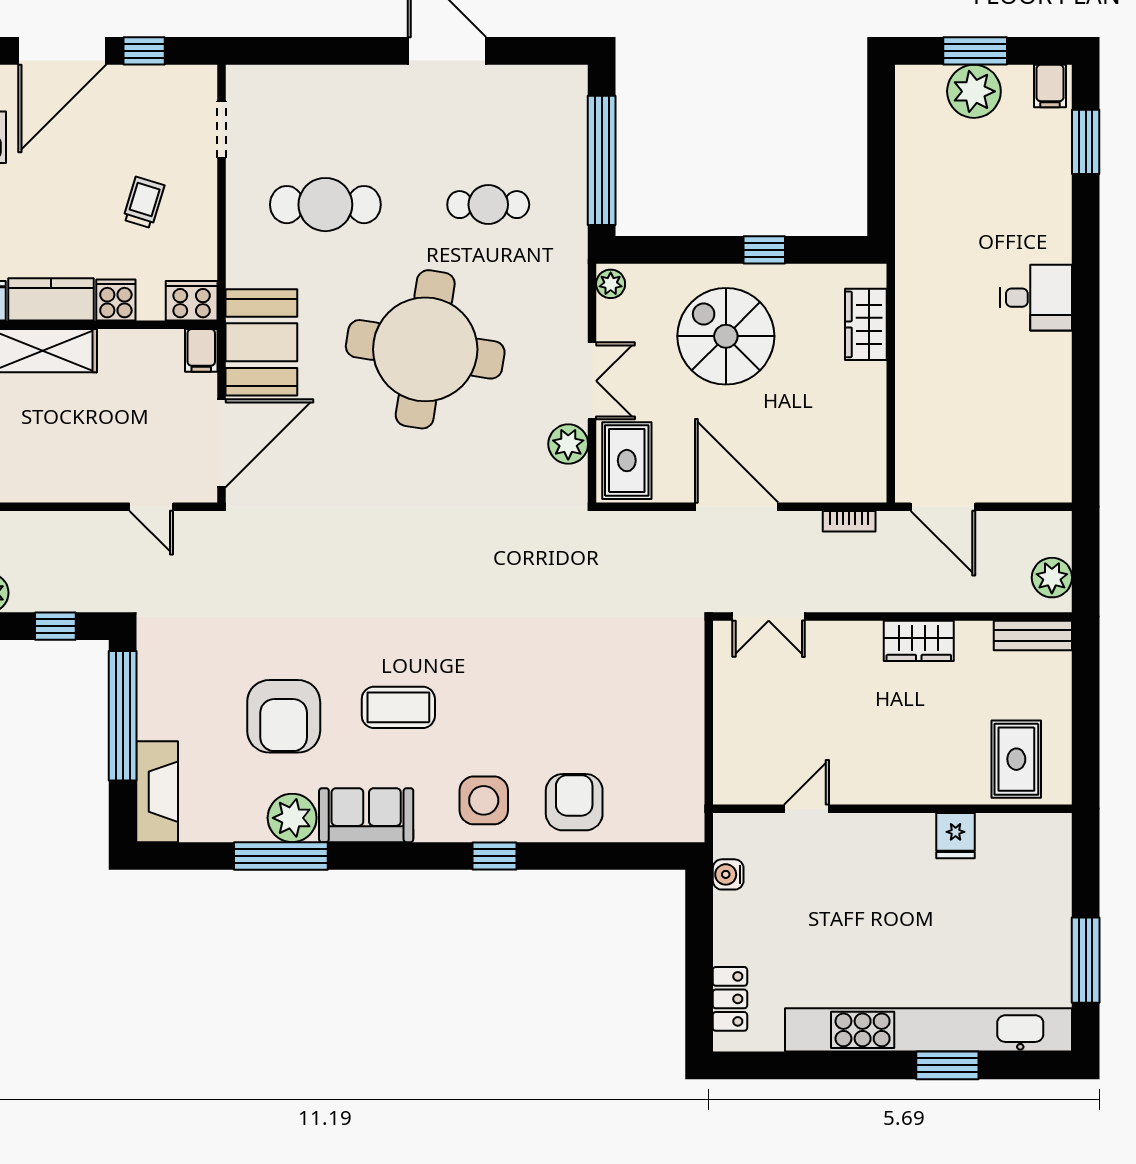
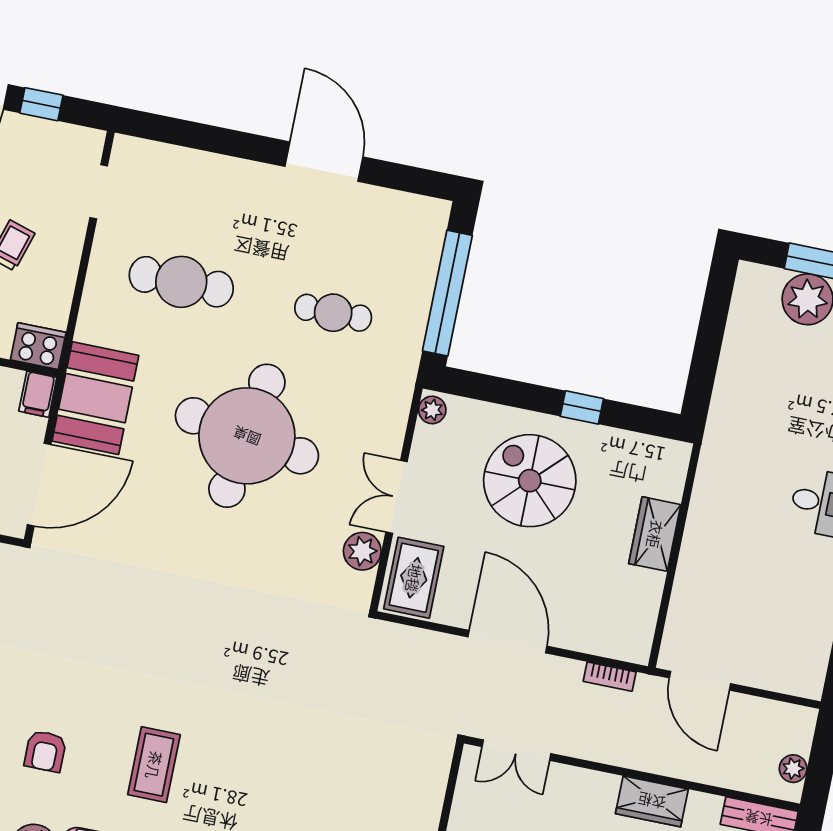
wardrobe: (866, 324) -> (655, 534), moved
double door: (592, 381) -> (397, 497), swing flipped
plant: (1052, 578) -> (793, 769), width x0.73, depth x0.73
coffee table: (398, 707) -> (154, 765), turned 90
armchair: (284, 716) -> (45, 751), width x0.53, depth x0.53

